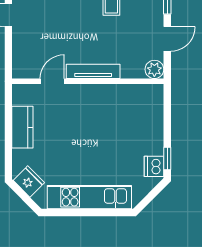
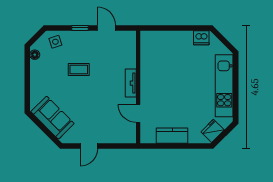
plant: (154, 69) -> (129, 37), removed
tv unit: (93, 71) -> (131, 83), width x0.71
window: (167, 158) -> (195, 28), removed

